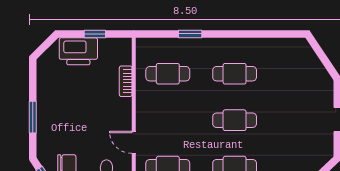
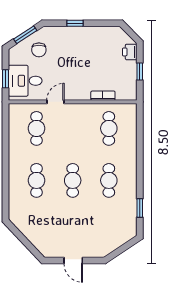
window: (190, 34) -> (140, 208), moved
printer: (78, 51) -> (130, 52), width x0.53, depth x0.68
window: (33, 117) -> (75, 23), width x0.67

